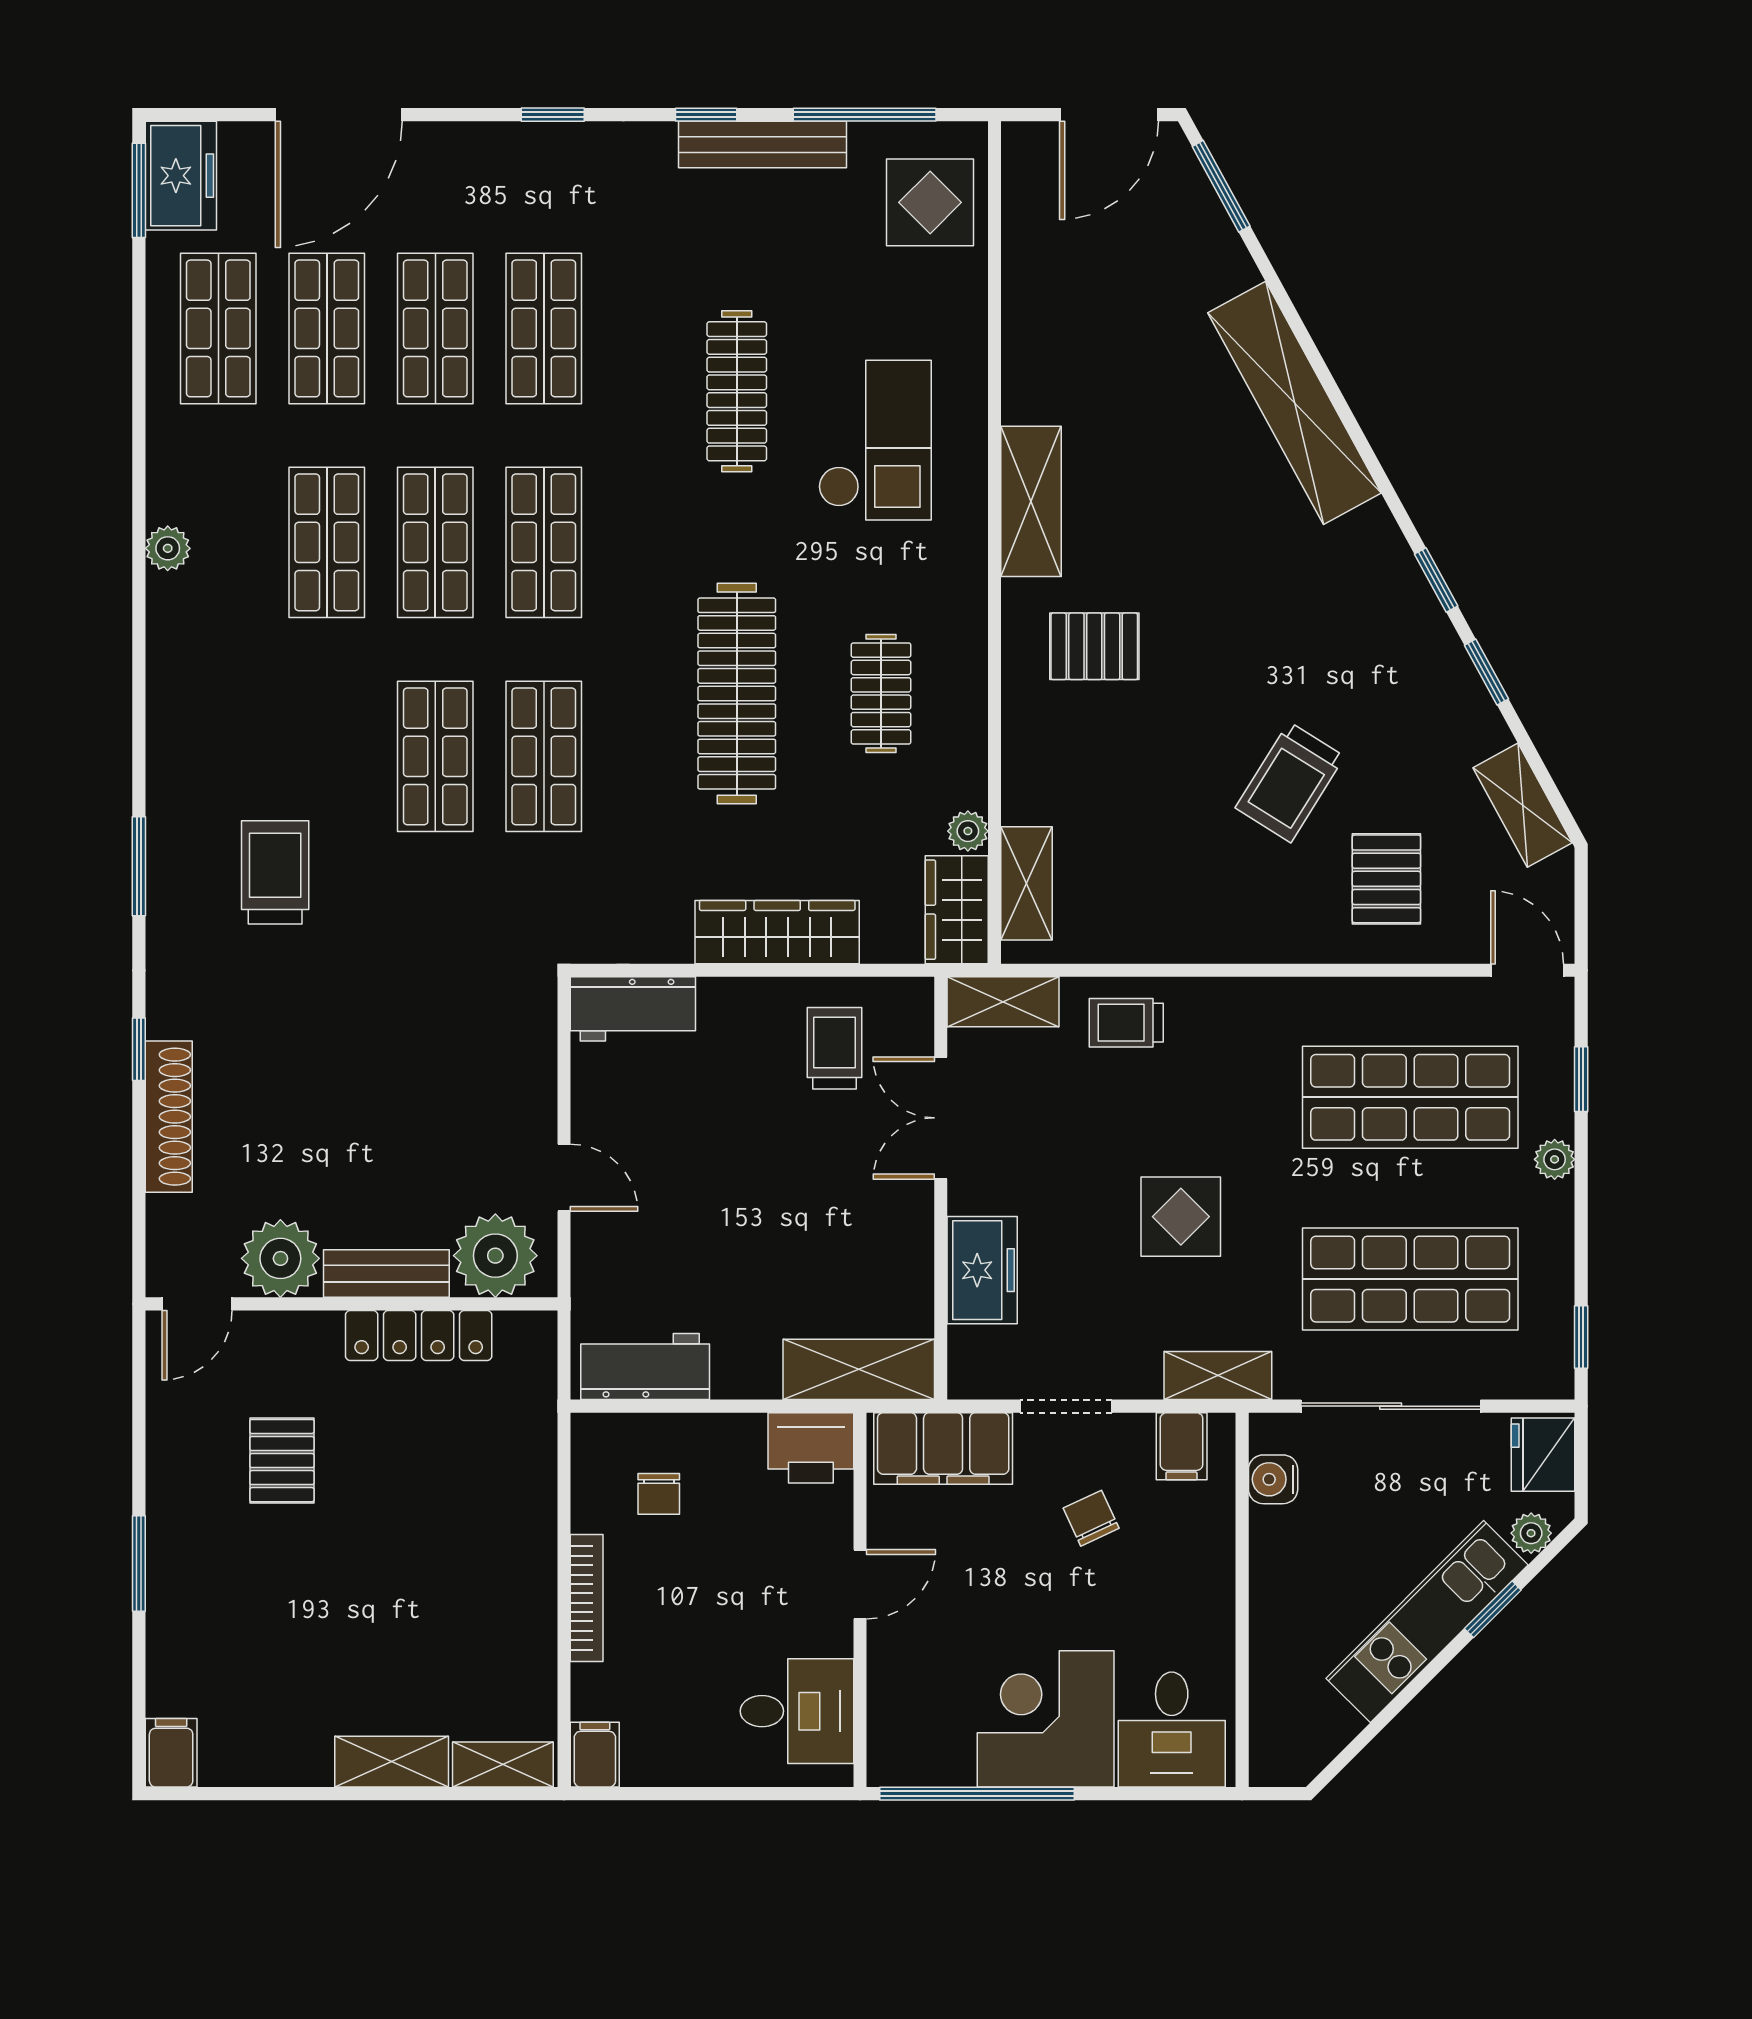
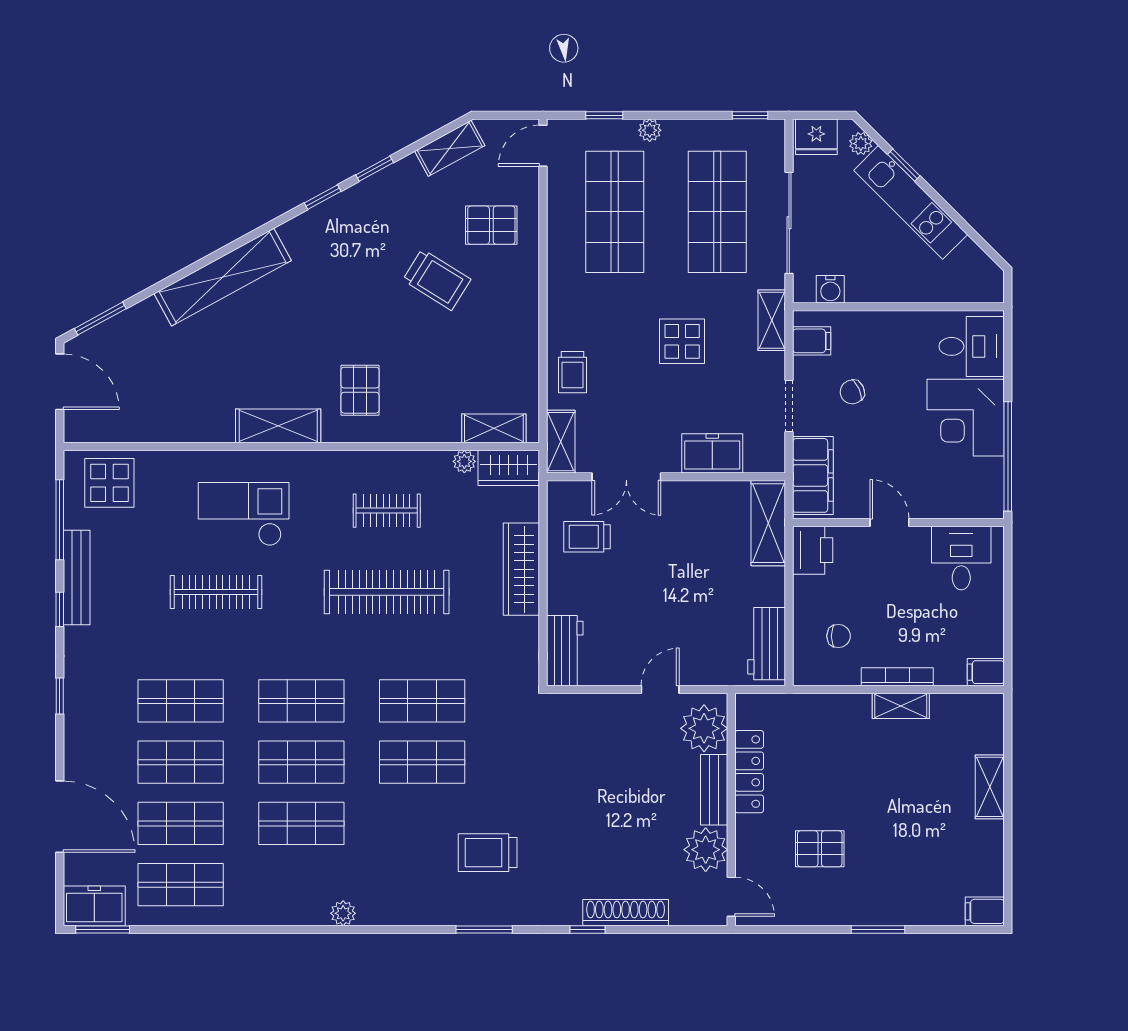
plant: (168, 548) -> (343, 913), moved
shelving: (503, 1765) -> (901, 706), moved, turned 90

